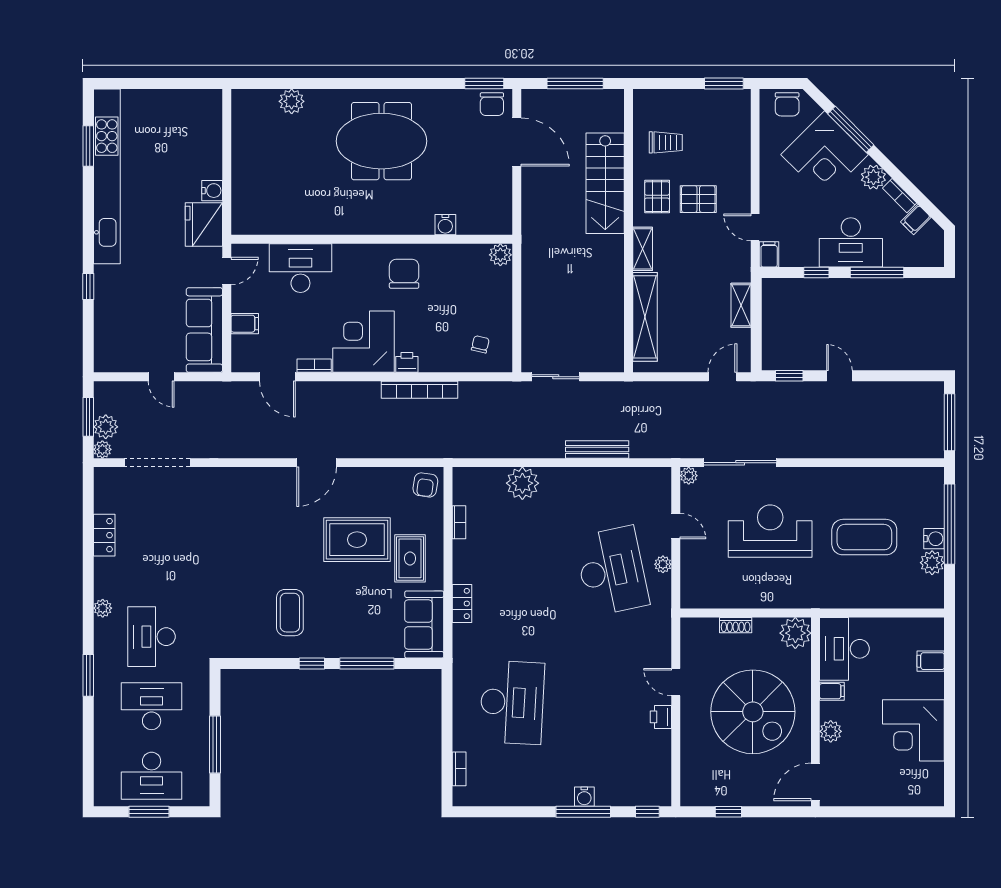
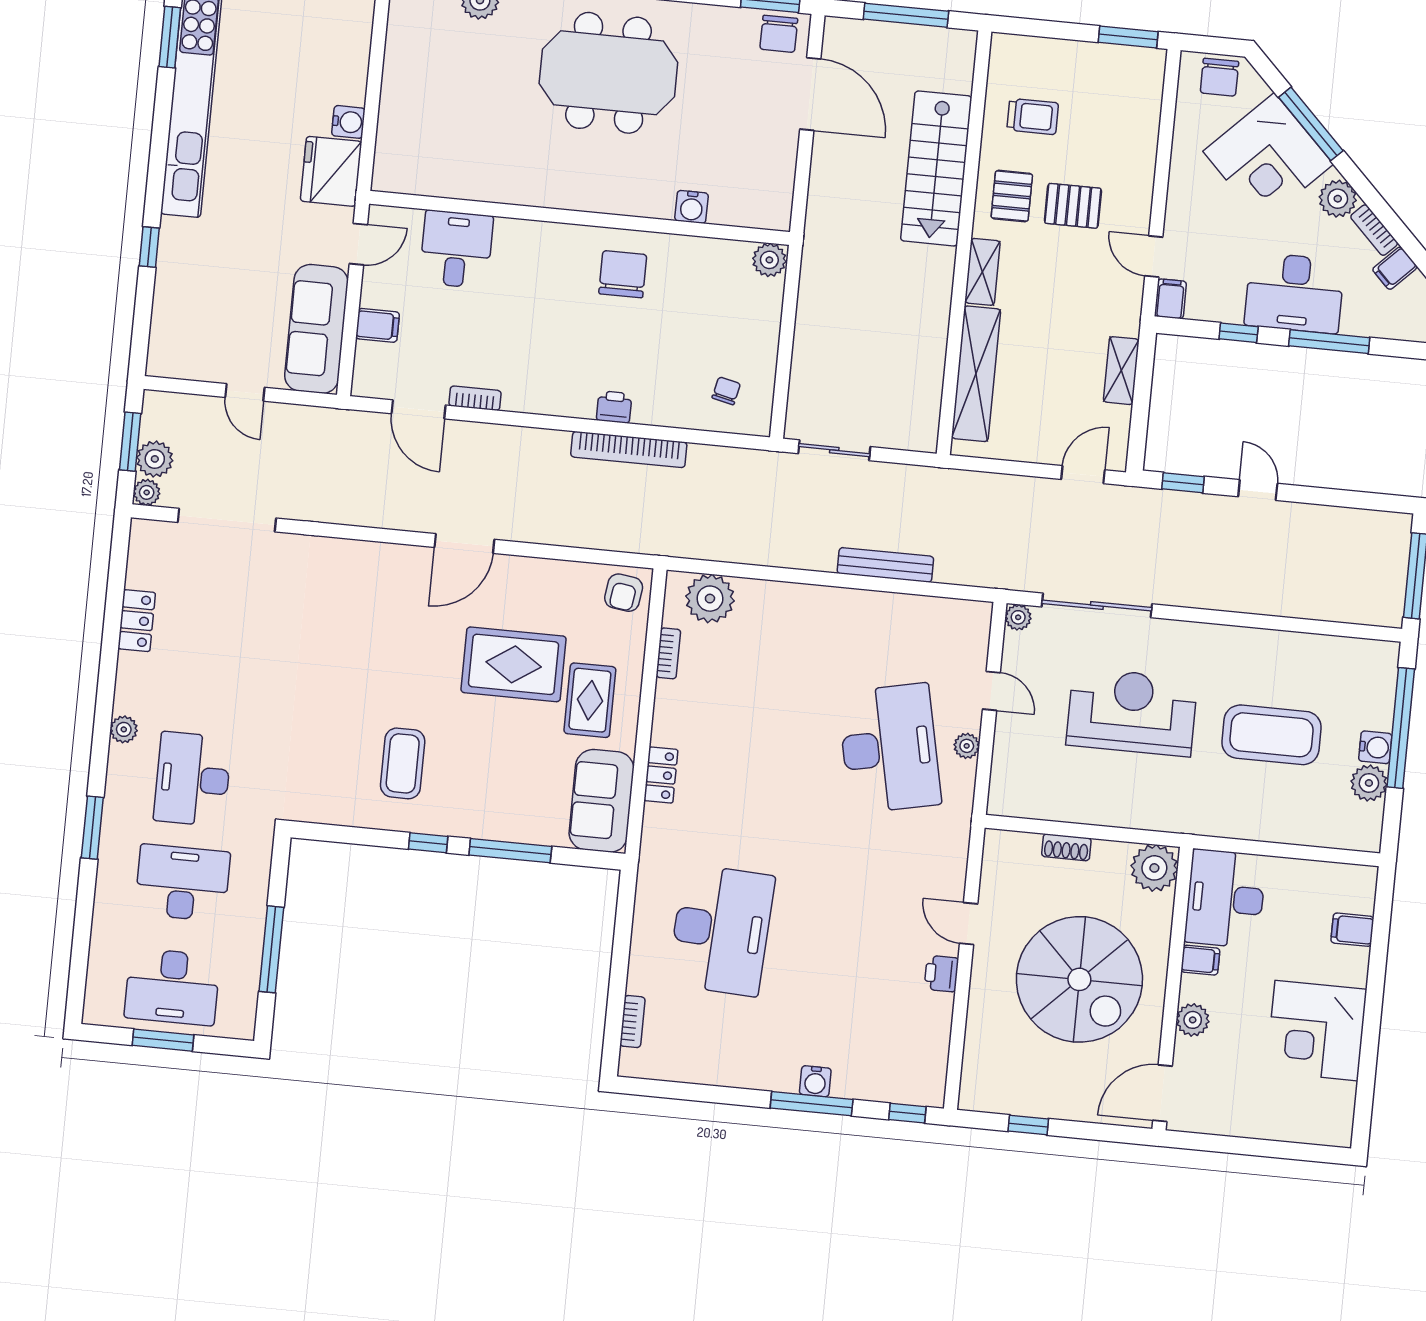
desk: (300, 268) -> (456, 249), width x0.73
corner desk: (364, 342) -> (552, 370), removed
plant: (522, 483) -> (710, 599), moved

